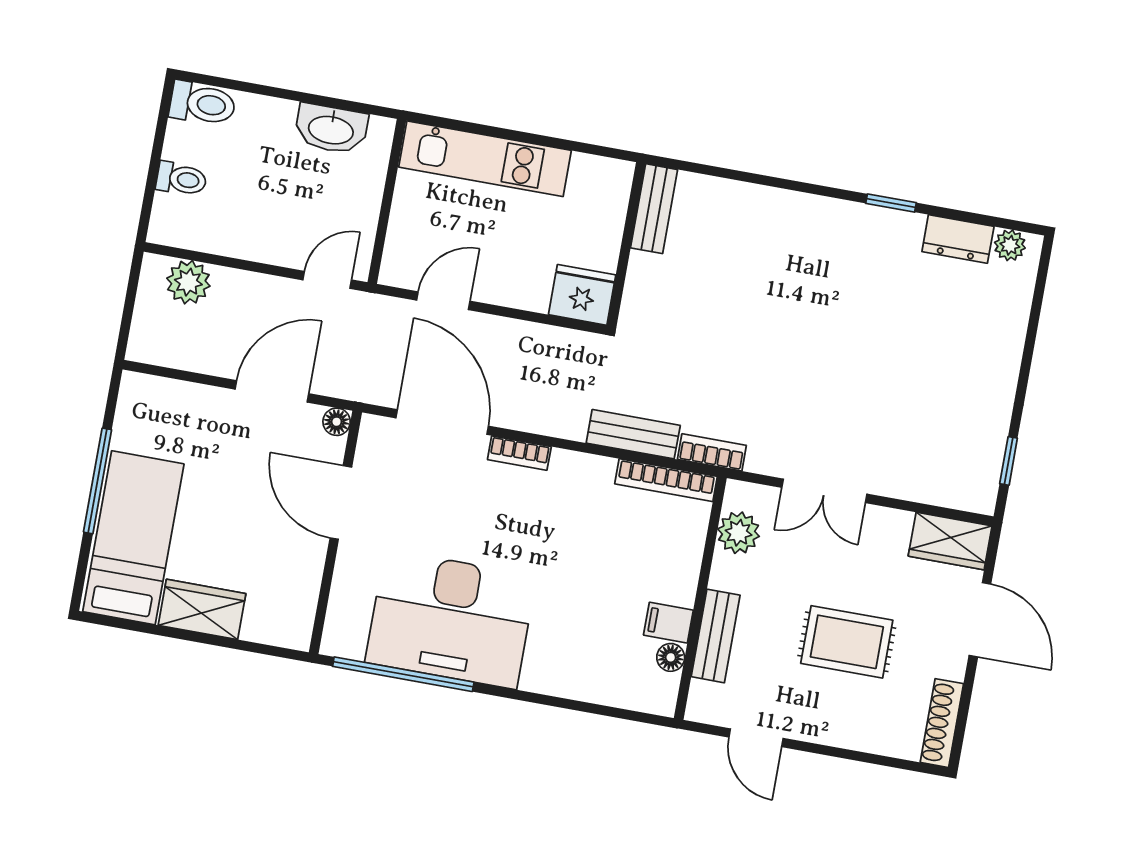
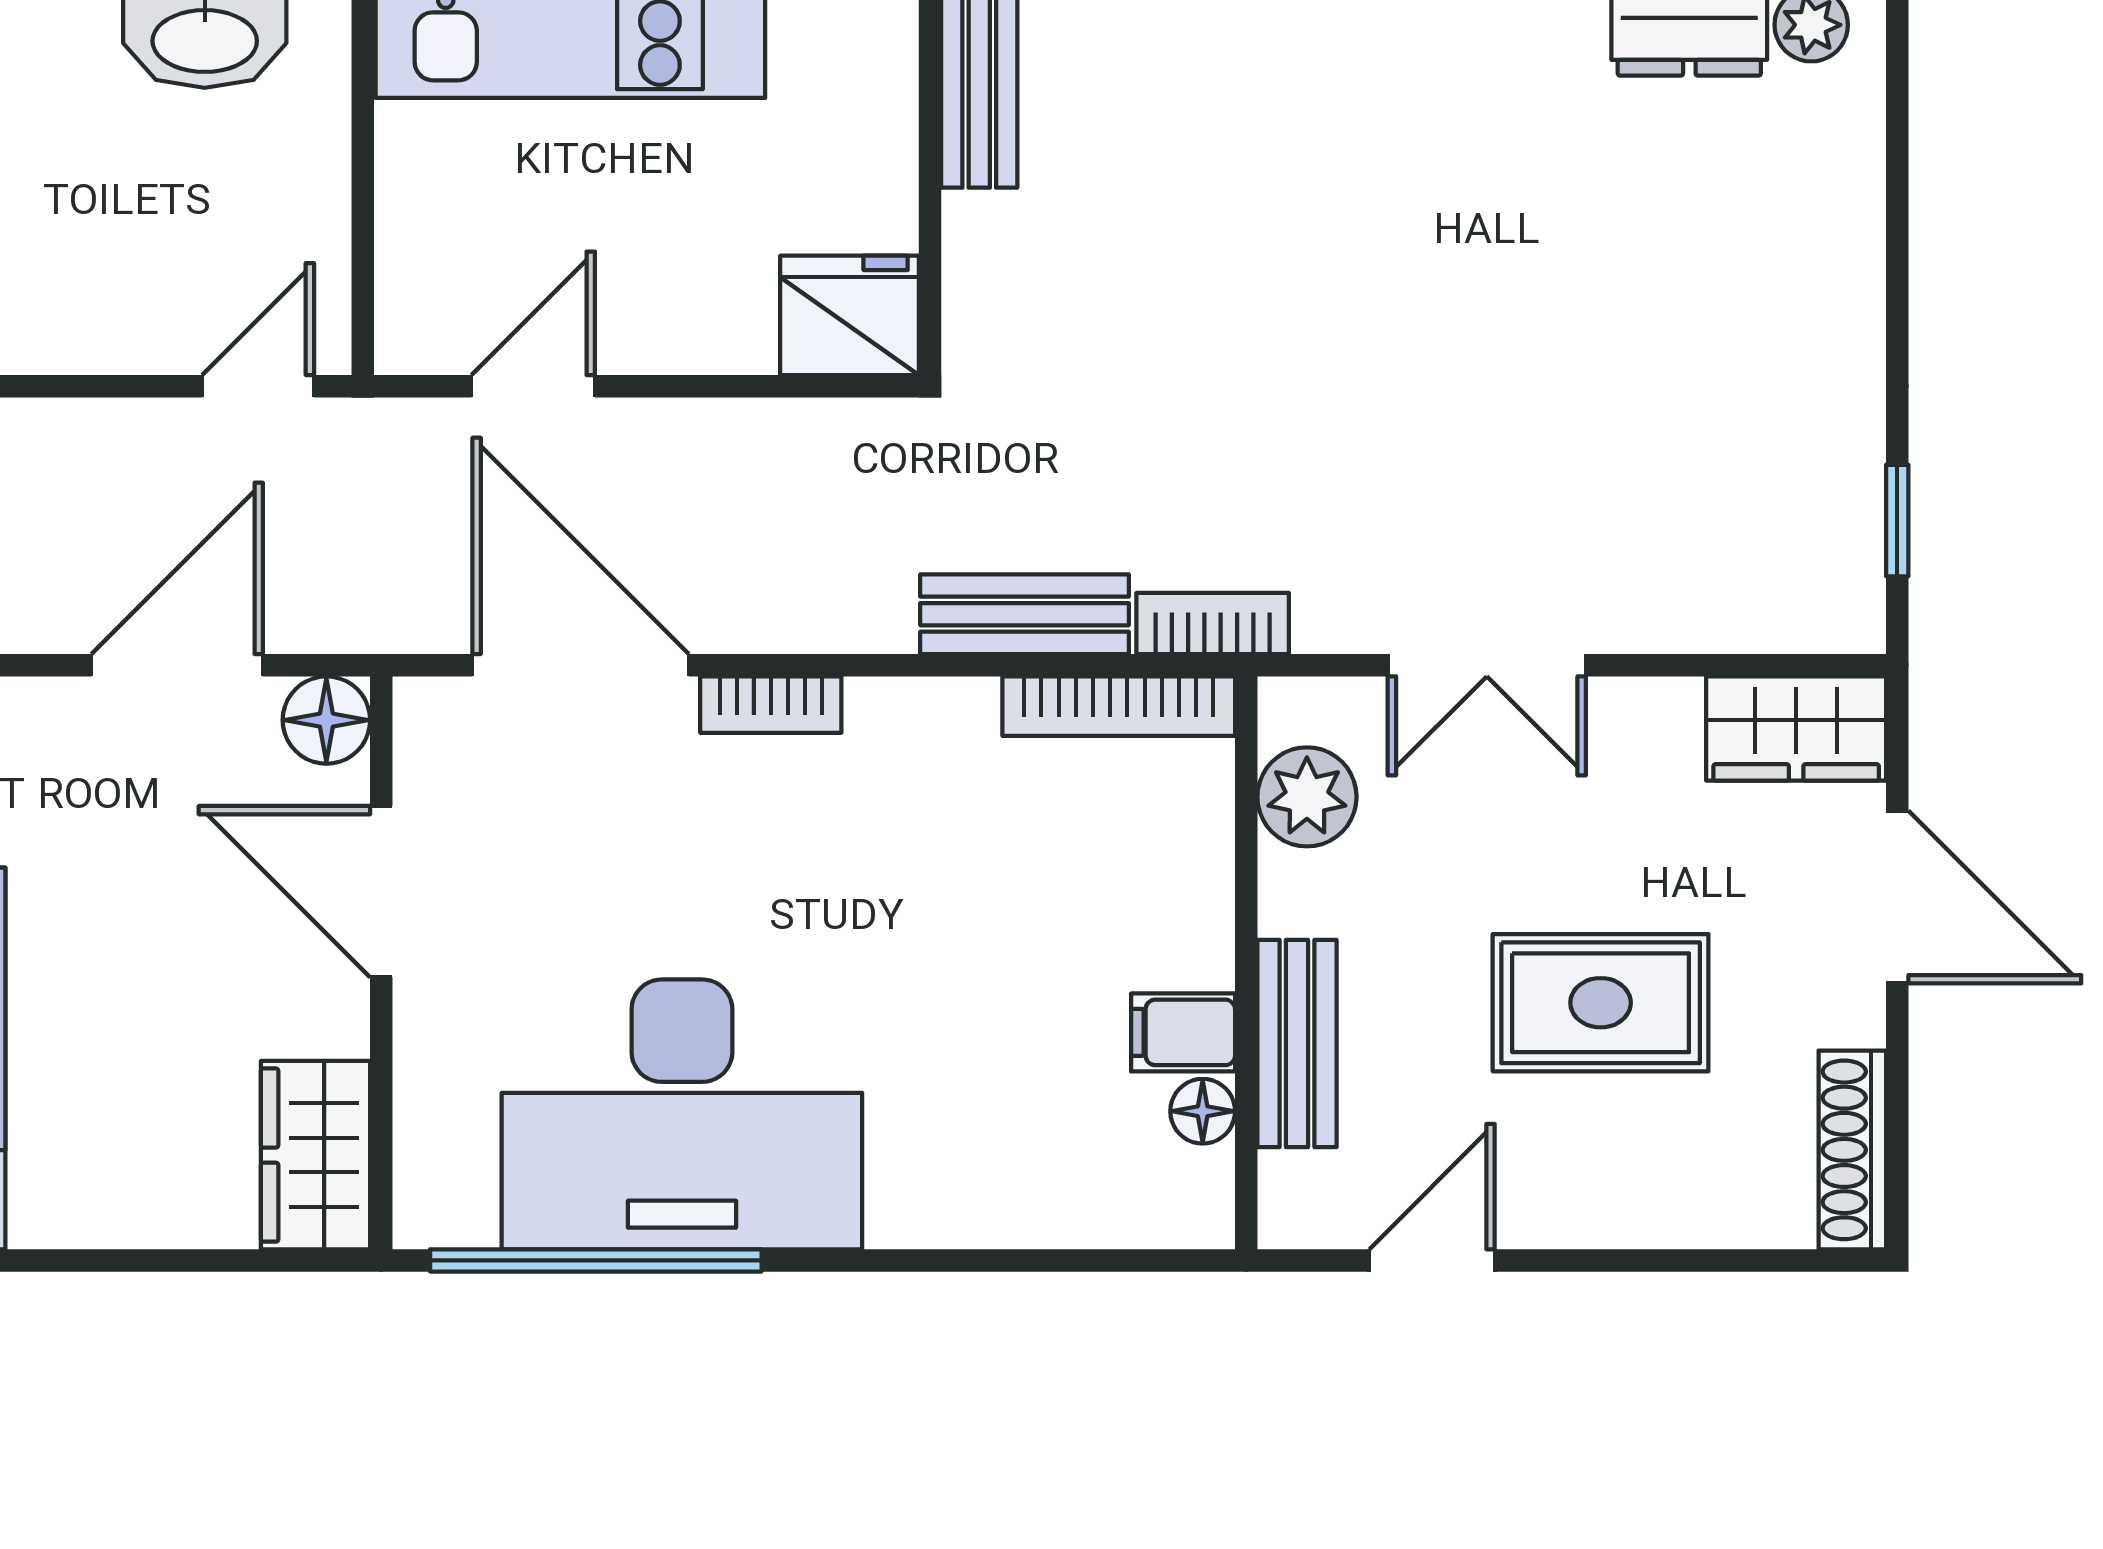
floor lamp: (337, 422) -> (326, 720), width x1.37, depth x1.37
wardrobe: (202, 609) -> (315, 1155), moved, turned -90
door: (756, 738) -> (1432, 1260), swing flipped

